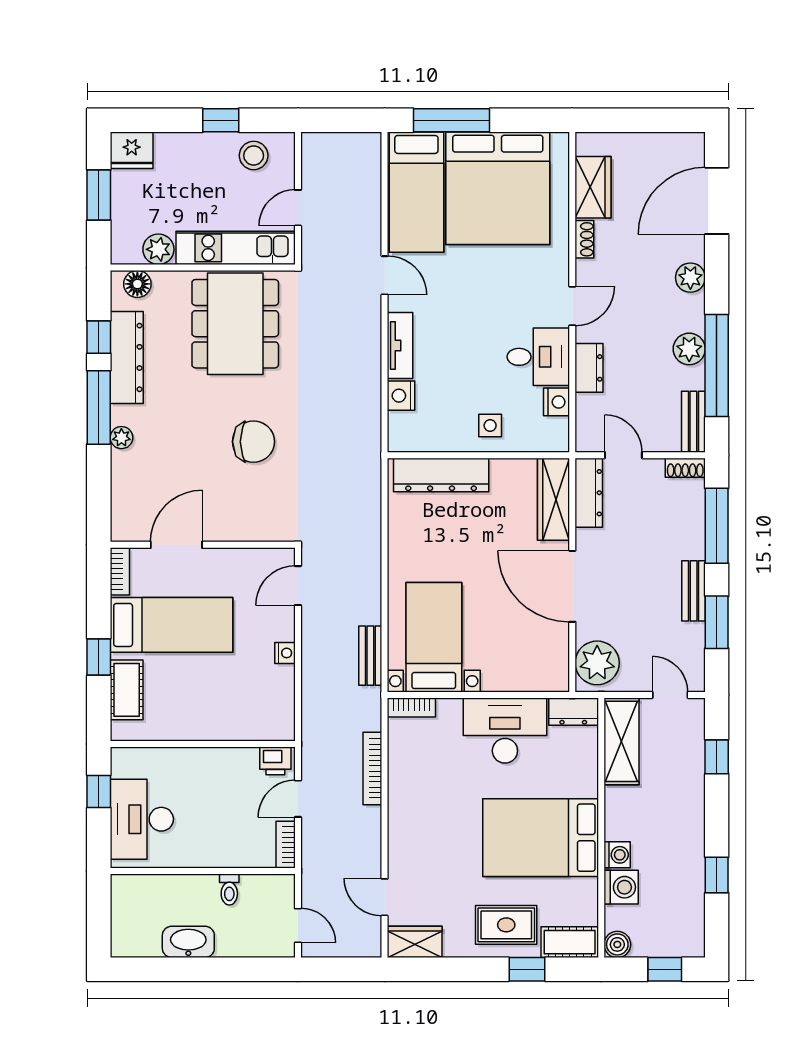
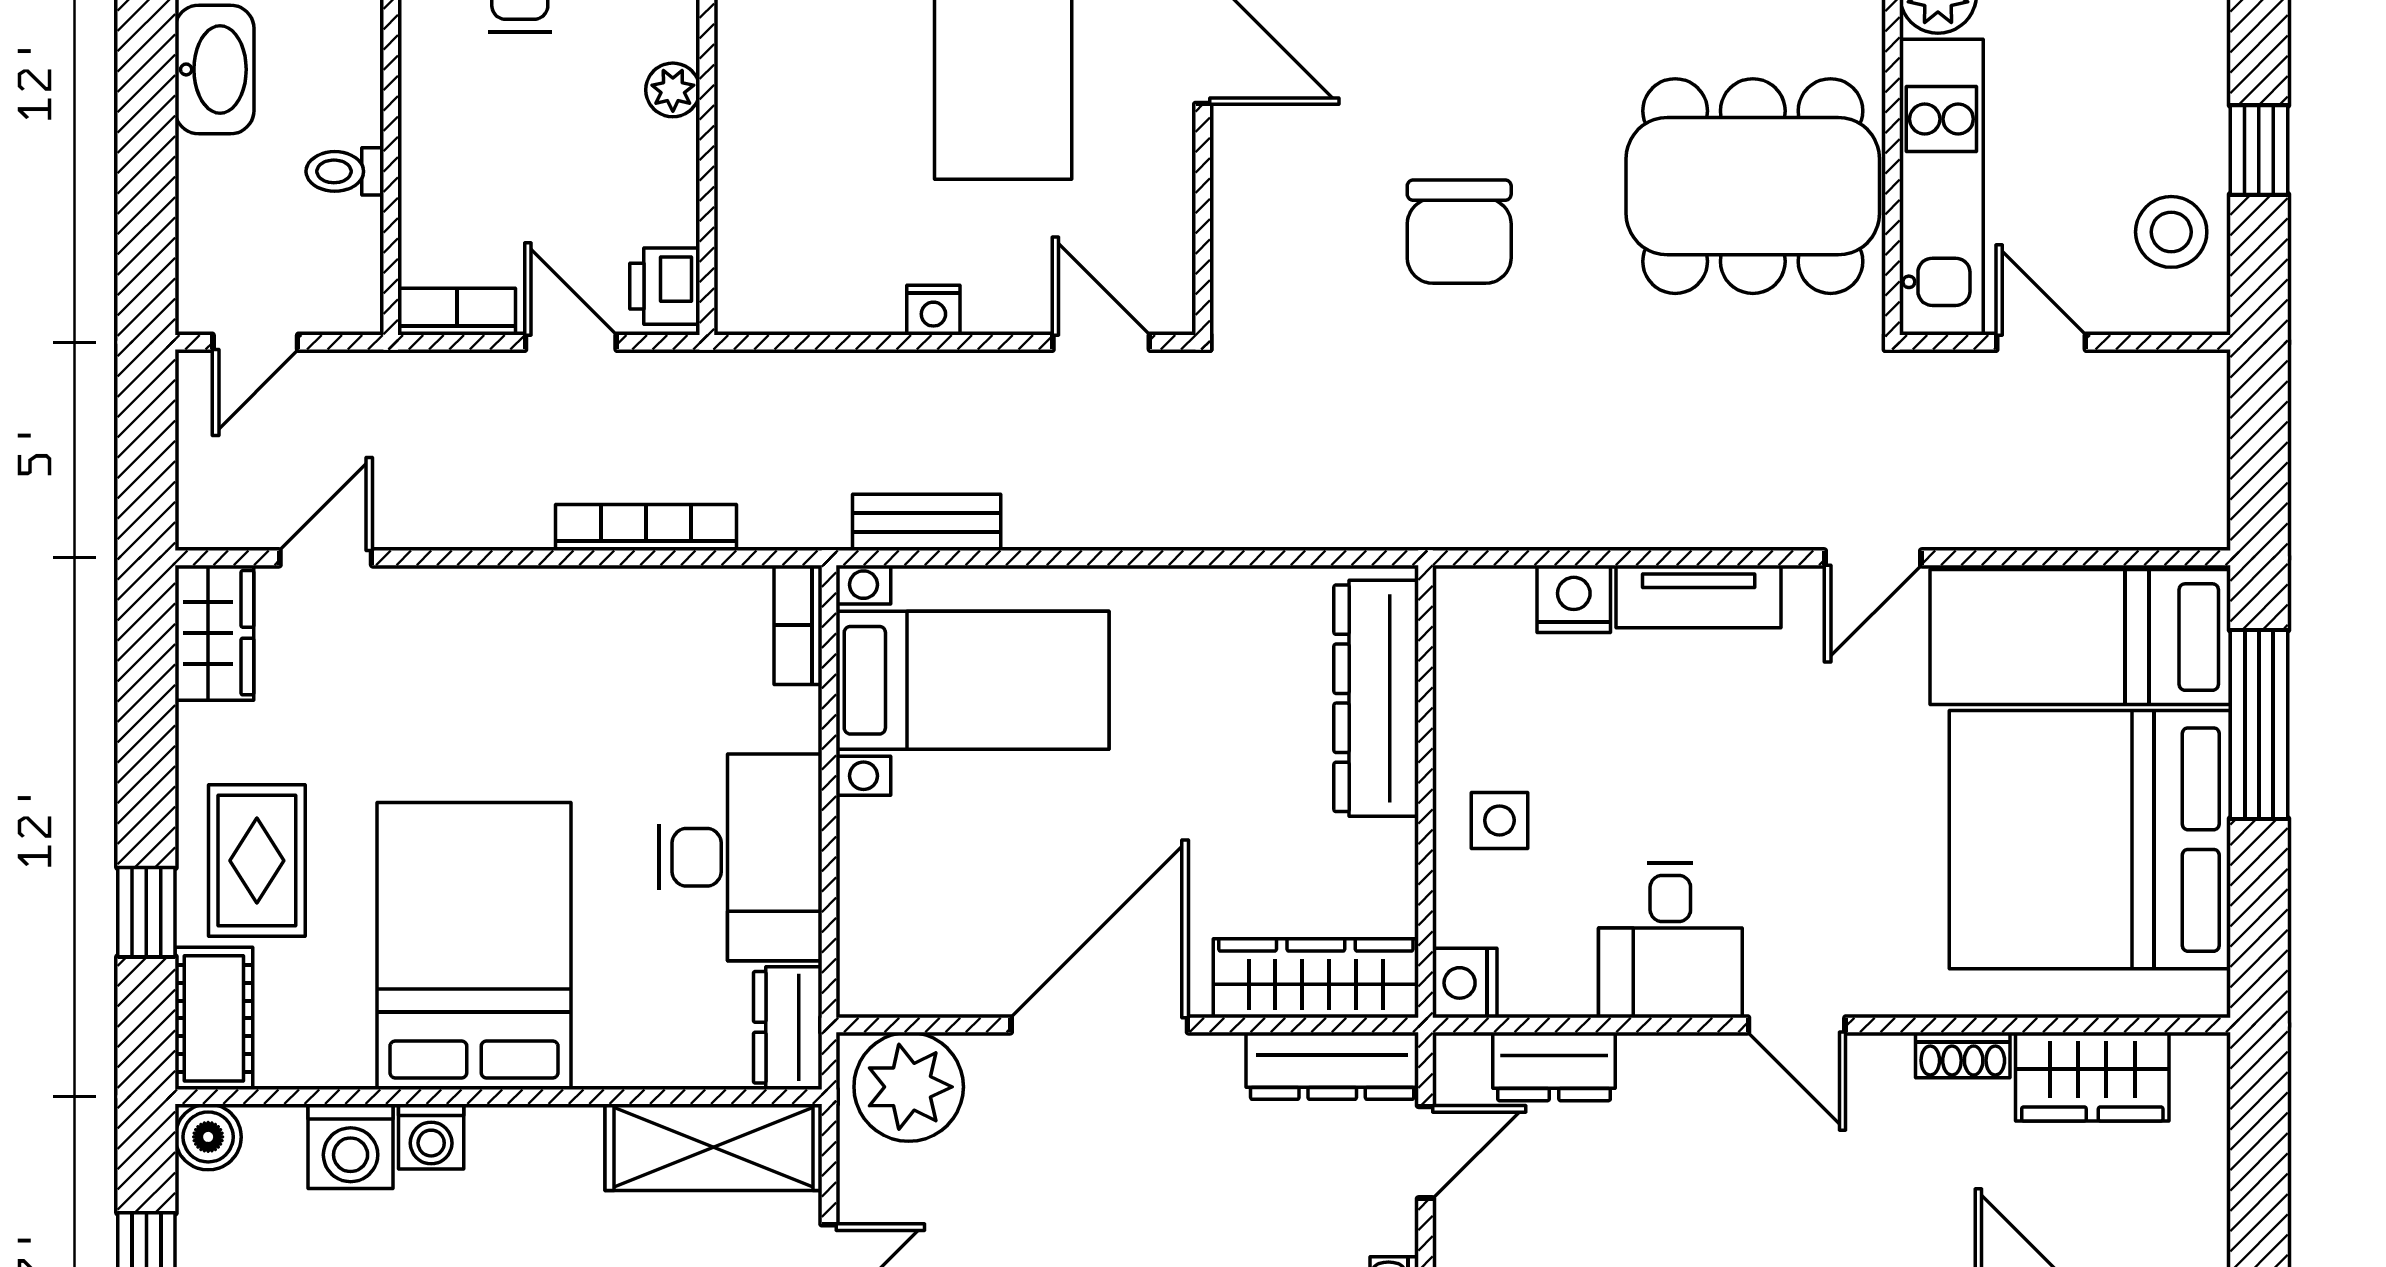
dresser: (589, 368) -> (1554, 1066), moved
nightstand: (557, 402) -> (1465, 983), moved, turned 90
plant: (197, 758) -> (673, 90), added

